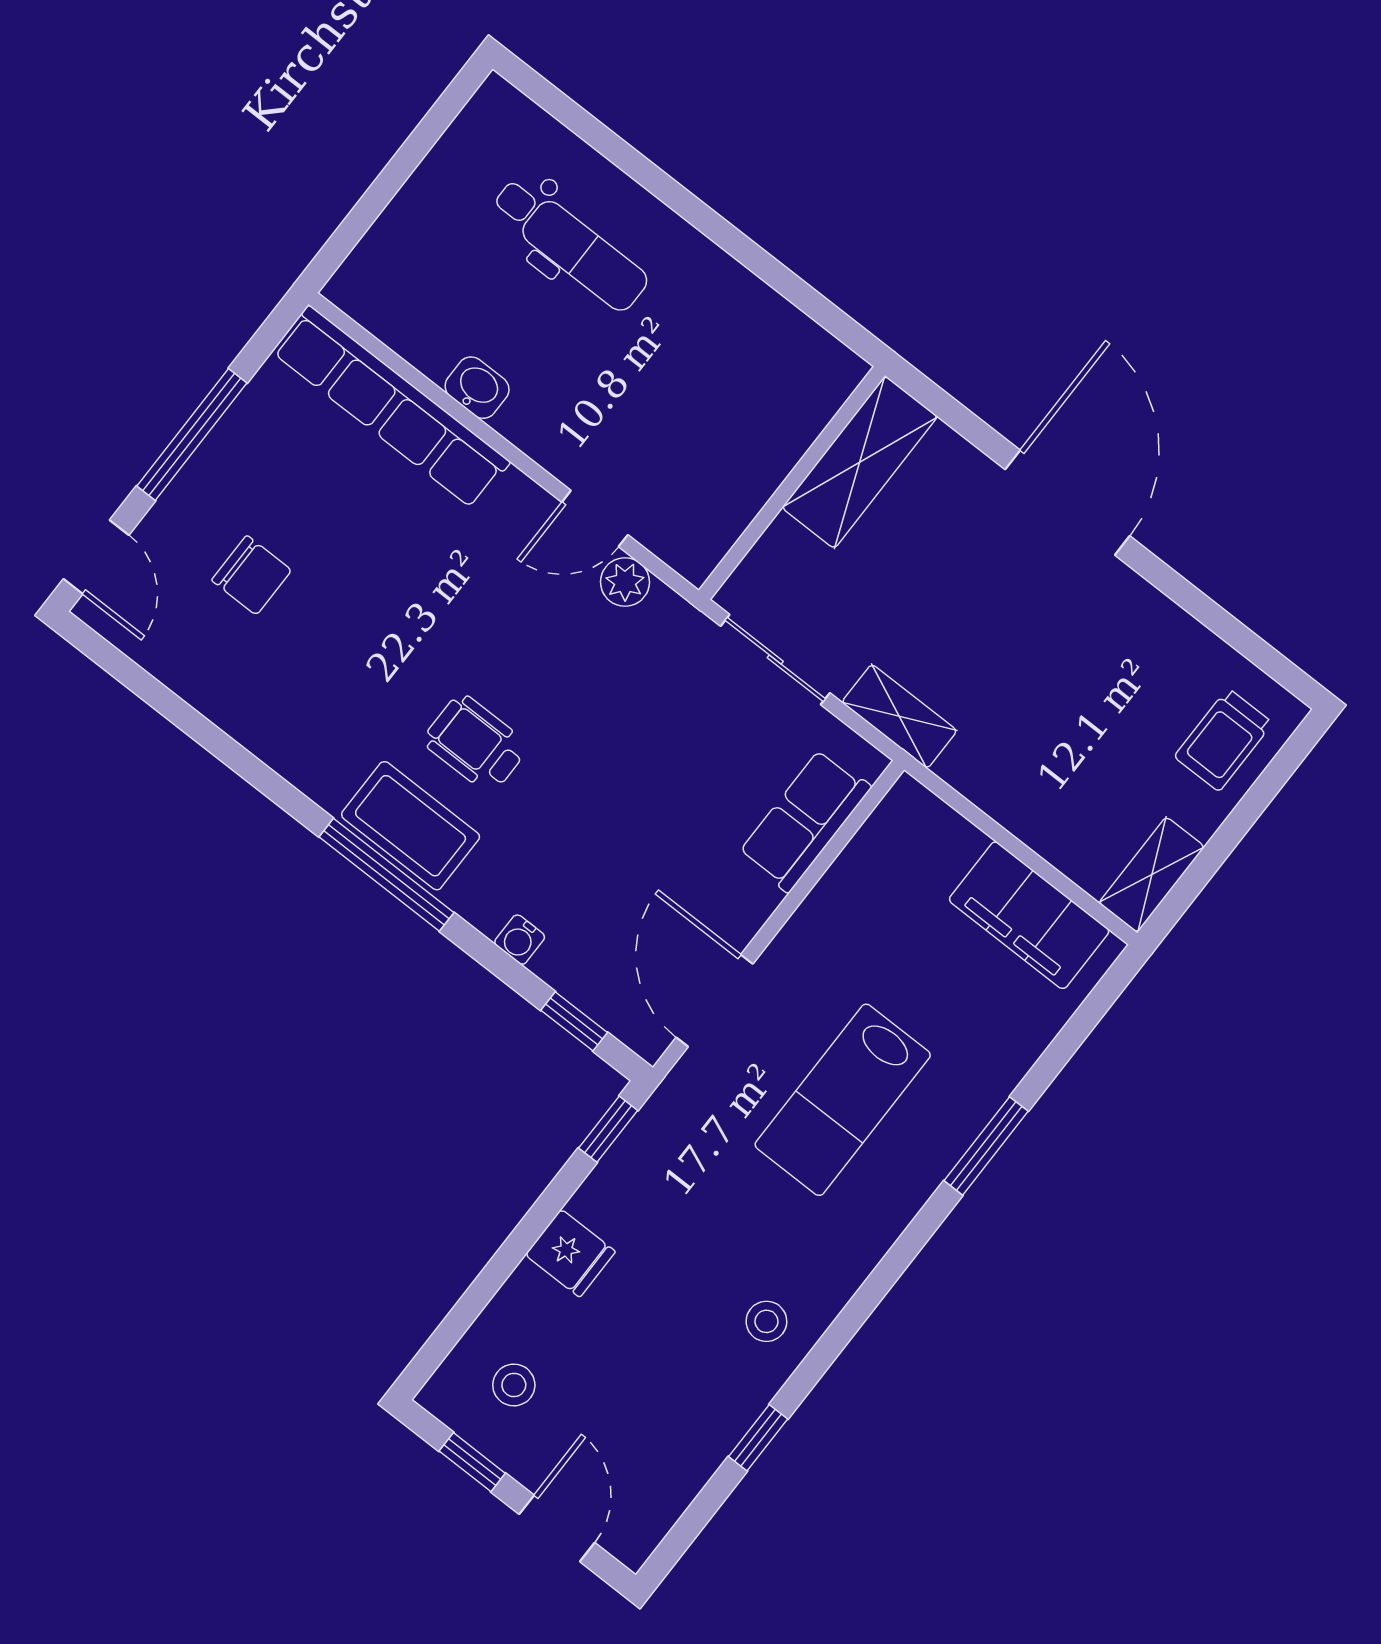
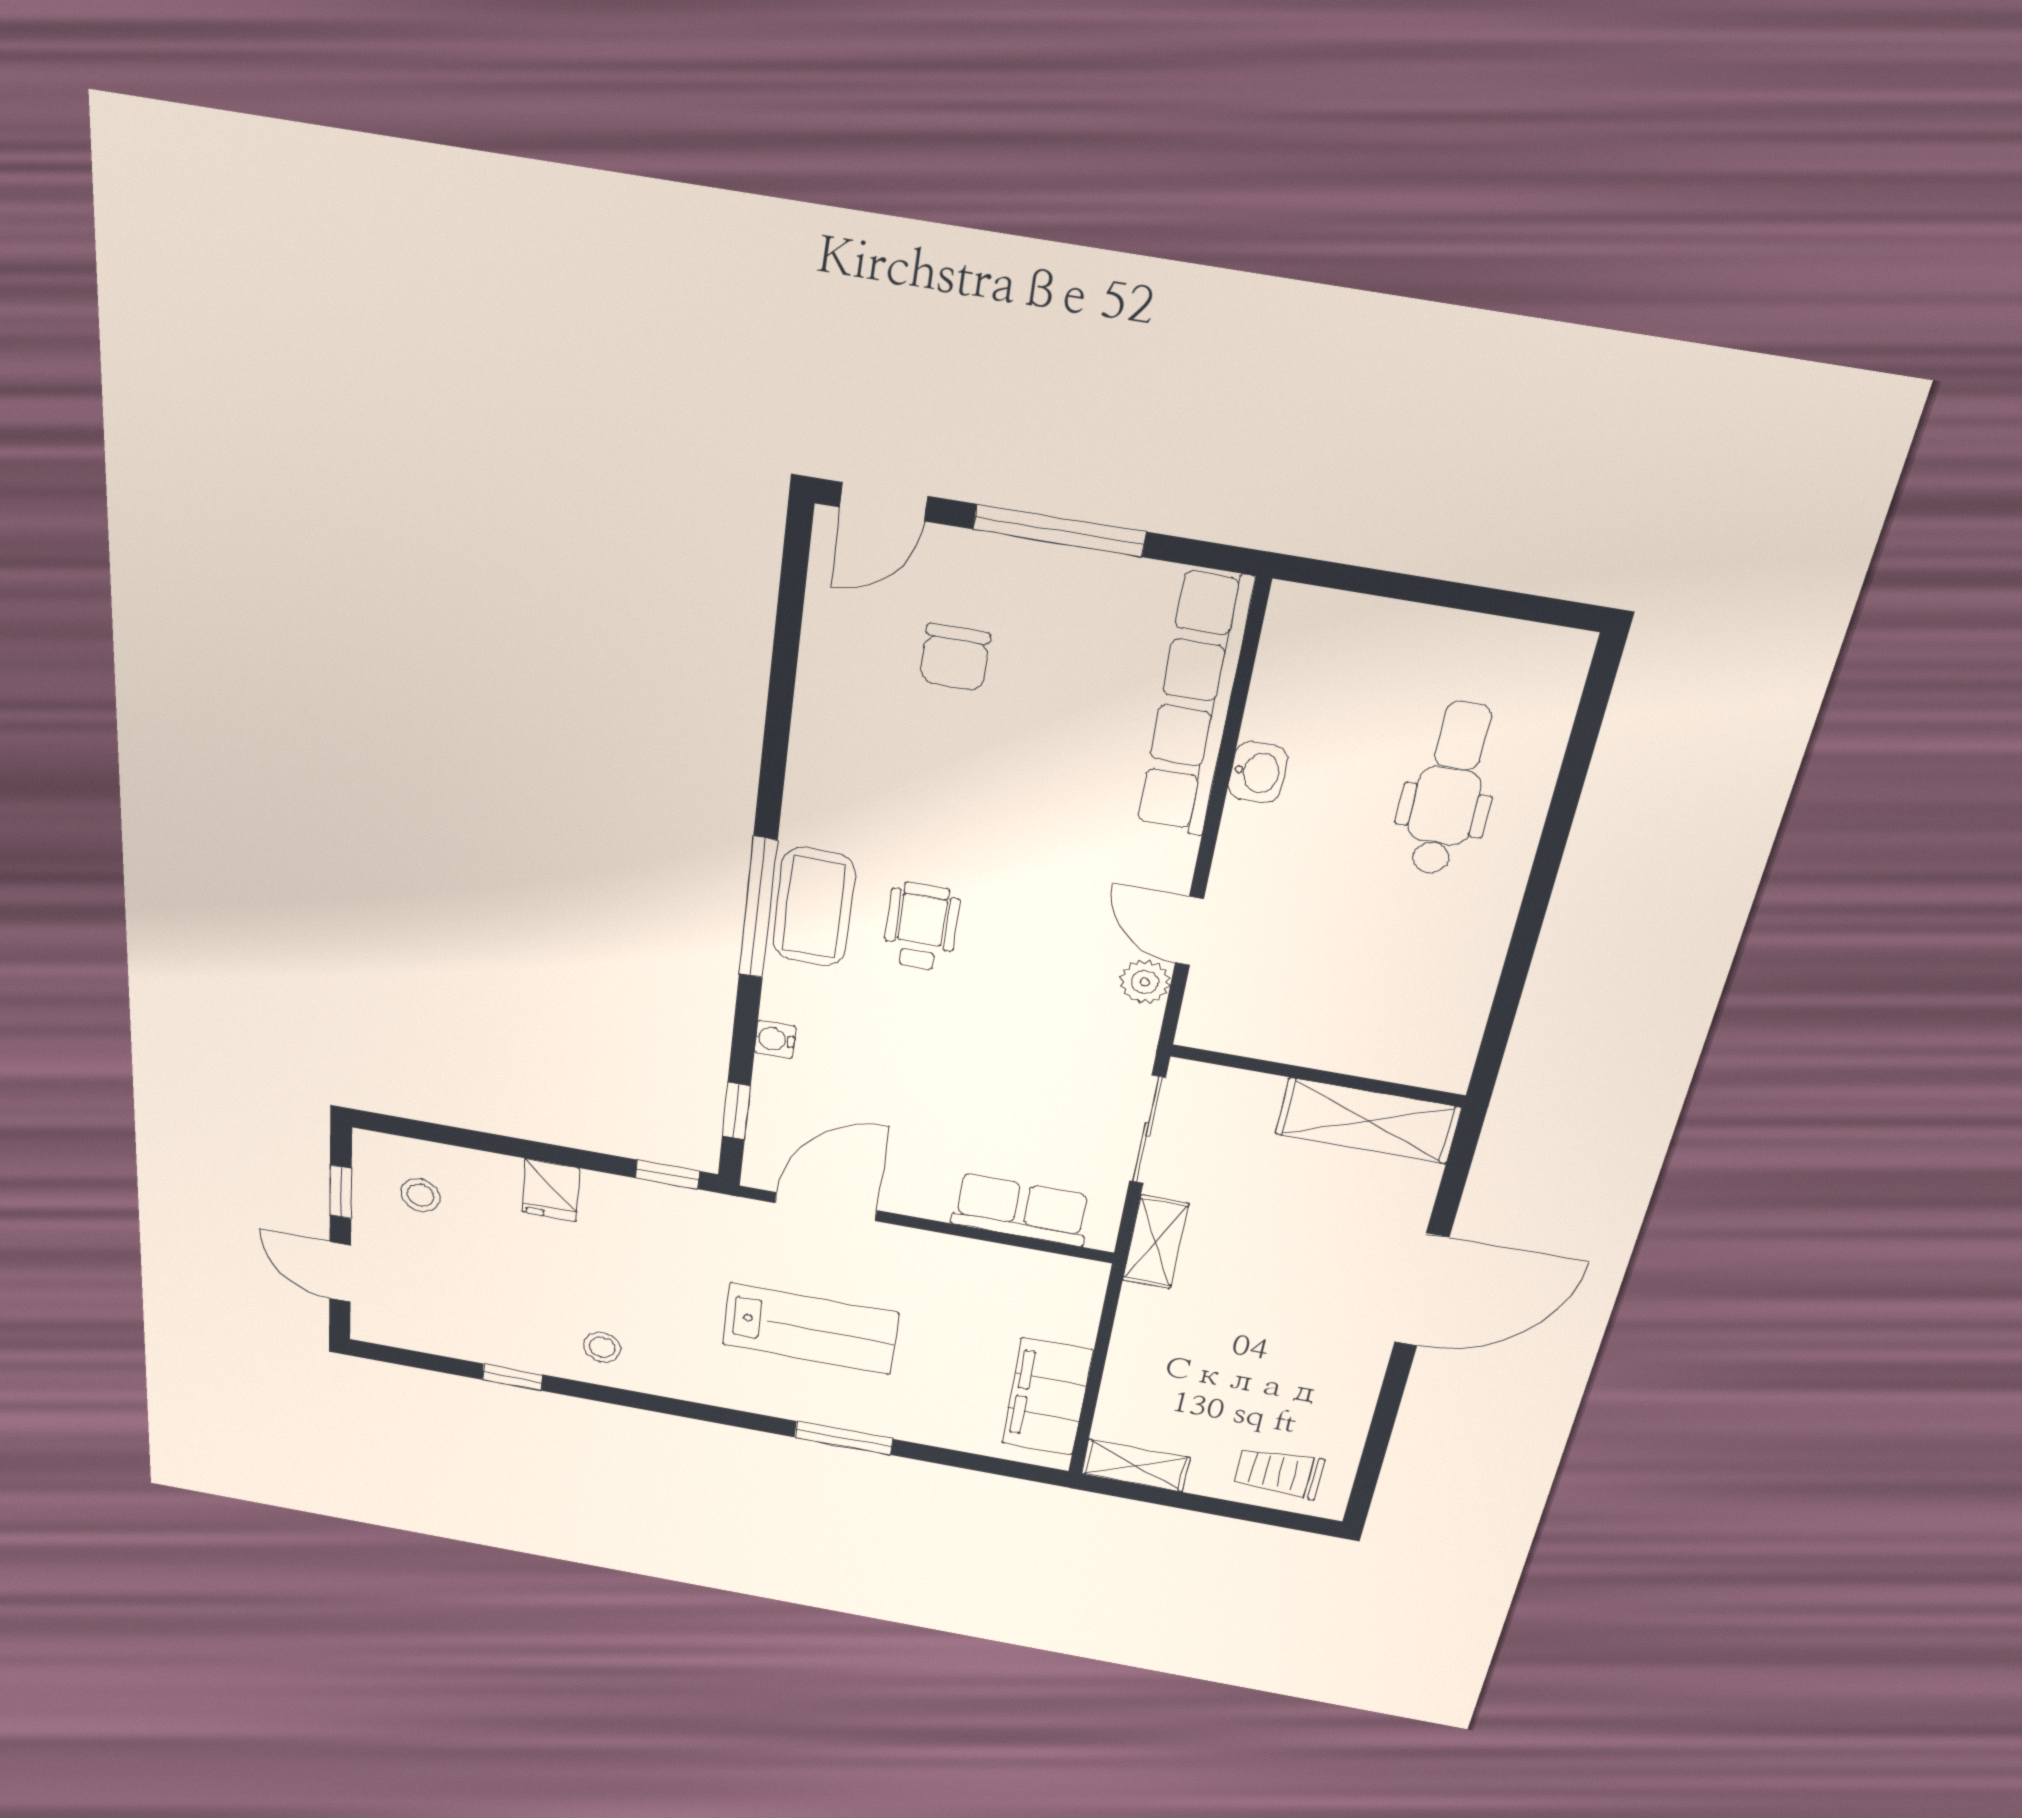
dental chair: (570, 244) -> (1449, 789), turned 180
lab bench: (843, 1100) -> (810, 1329), turned 180
door: (557, 1528) -> (340, 1272), swing flipped

